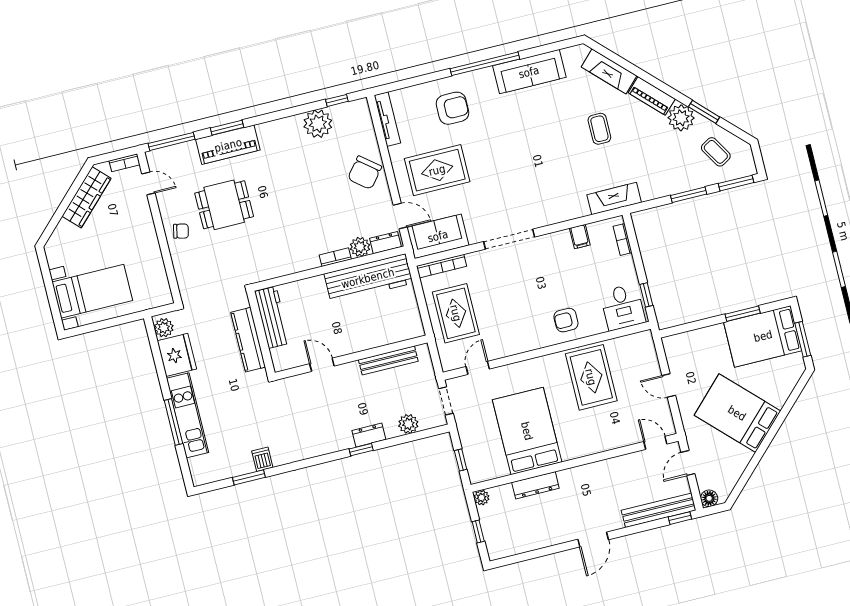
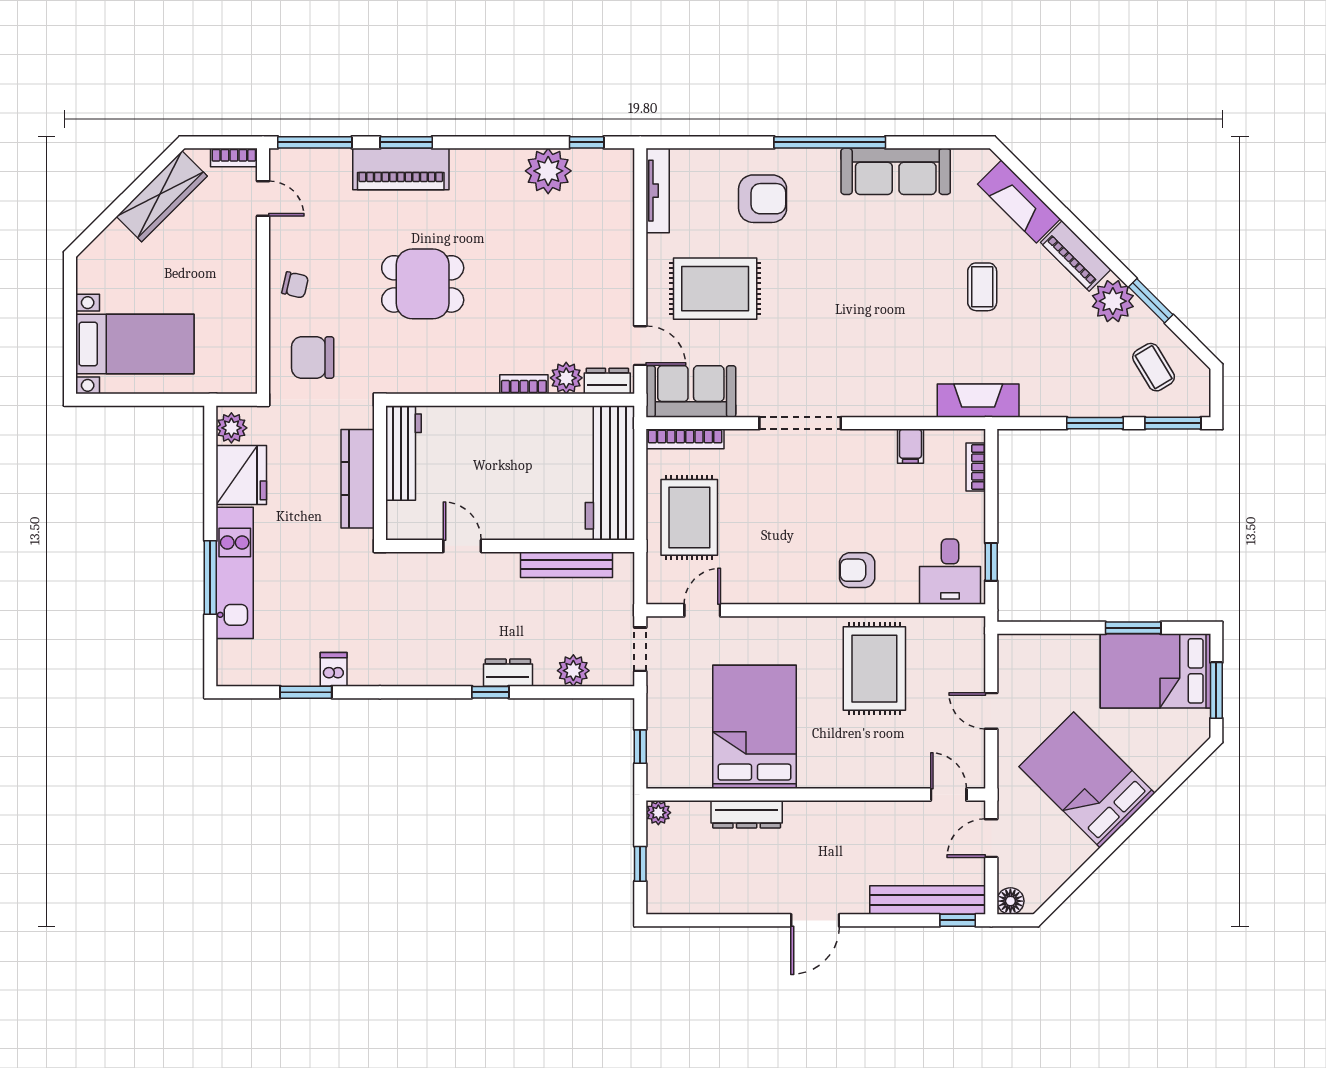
chair: (365, 173) -> (313, 357), moved, turned 51
dining table: (224, 205) -> (423, 284), moved
workbench: (368, 278) -> (610, 473), moved, turned 90

